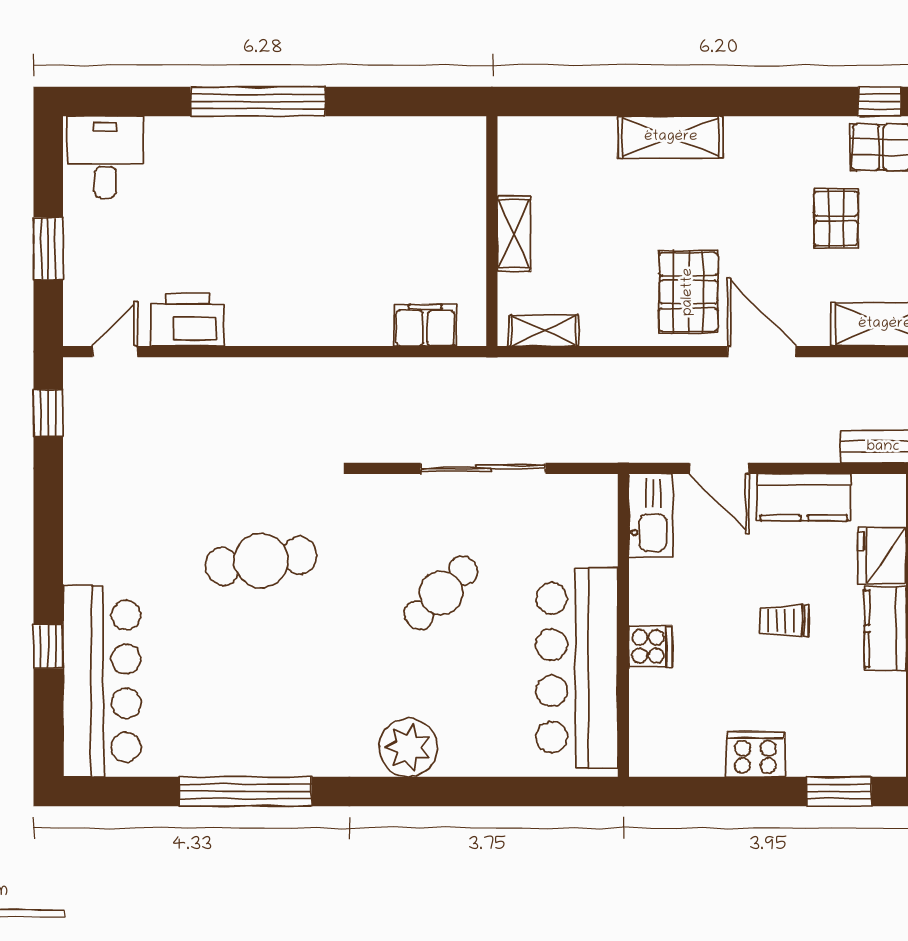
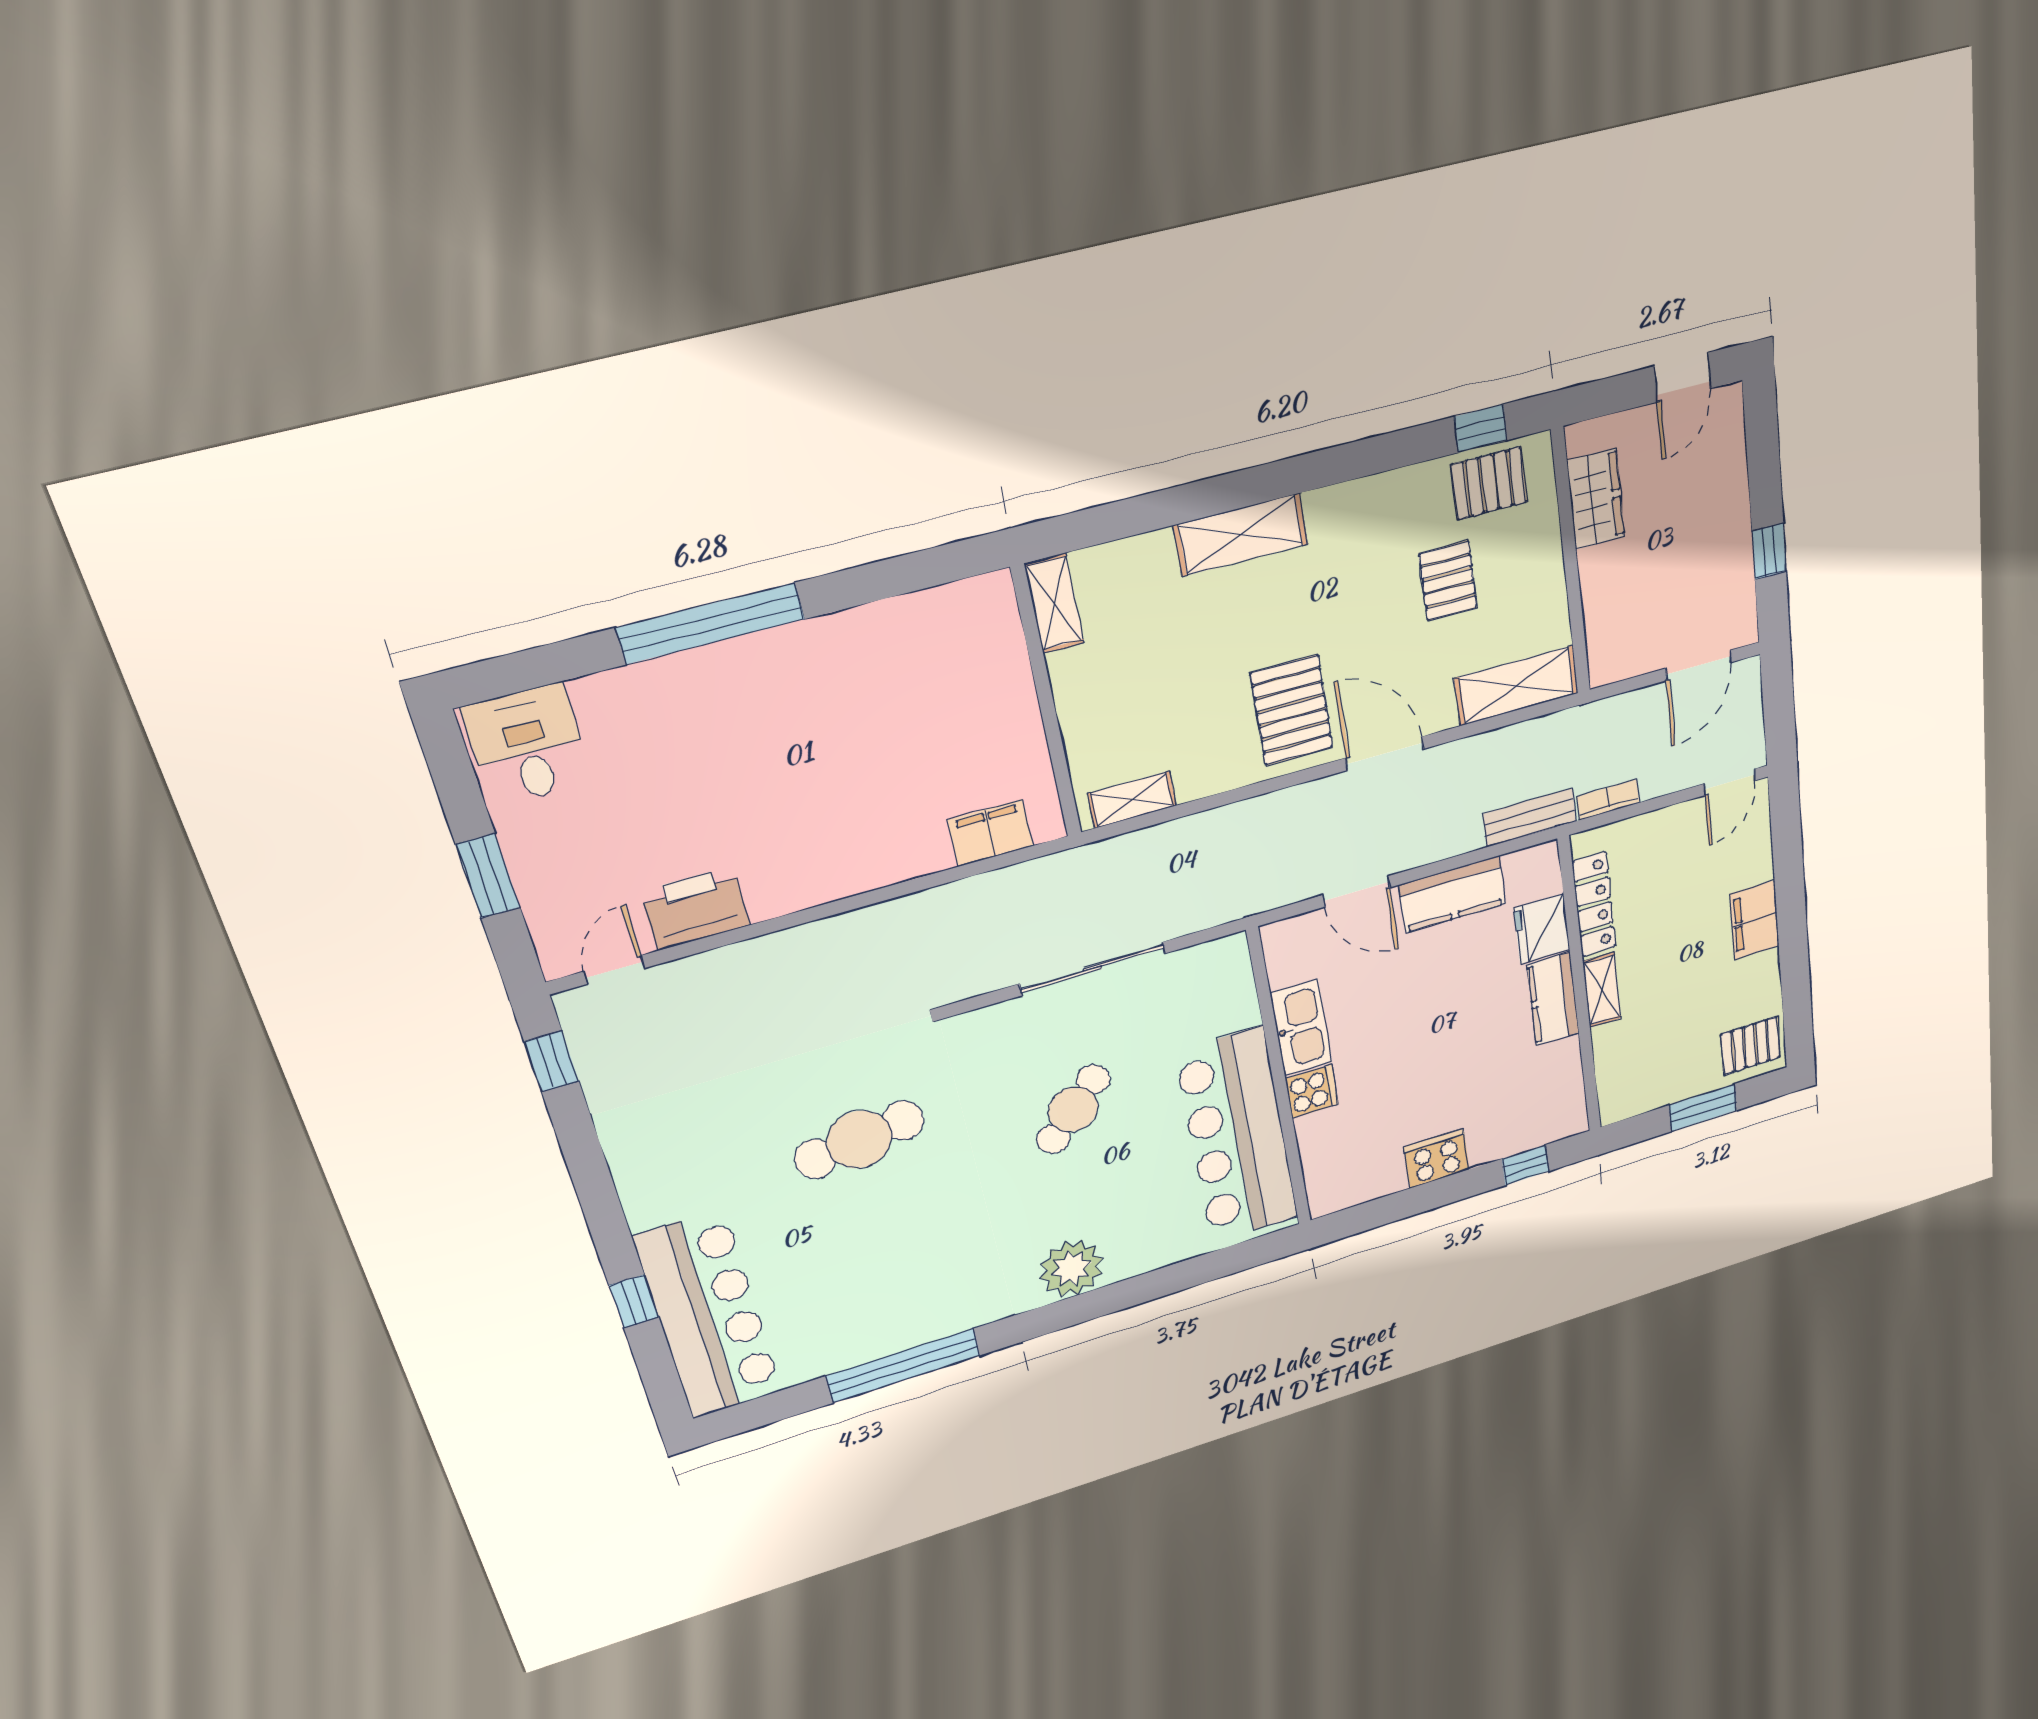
shelving: (514, 234) -> (1054, 603), moved
kitchen sink: (651, 516) -> (1301, 1028), moved
trolley: (784, 621) -> (1448, 1023), removed
window: (839, 791) -> (1525, 1165), width x0.67

